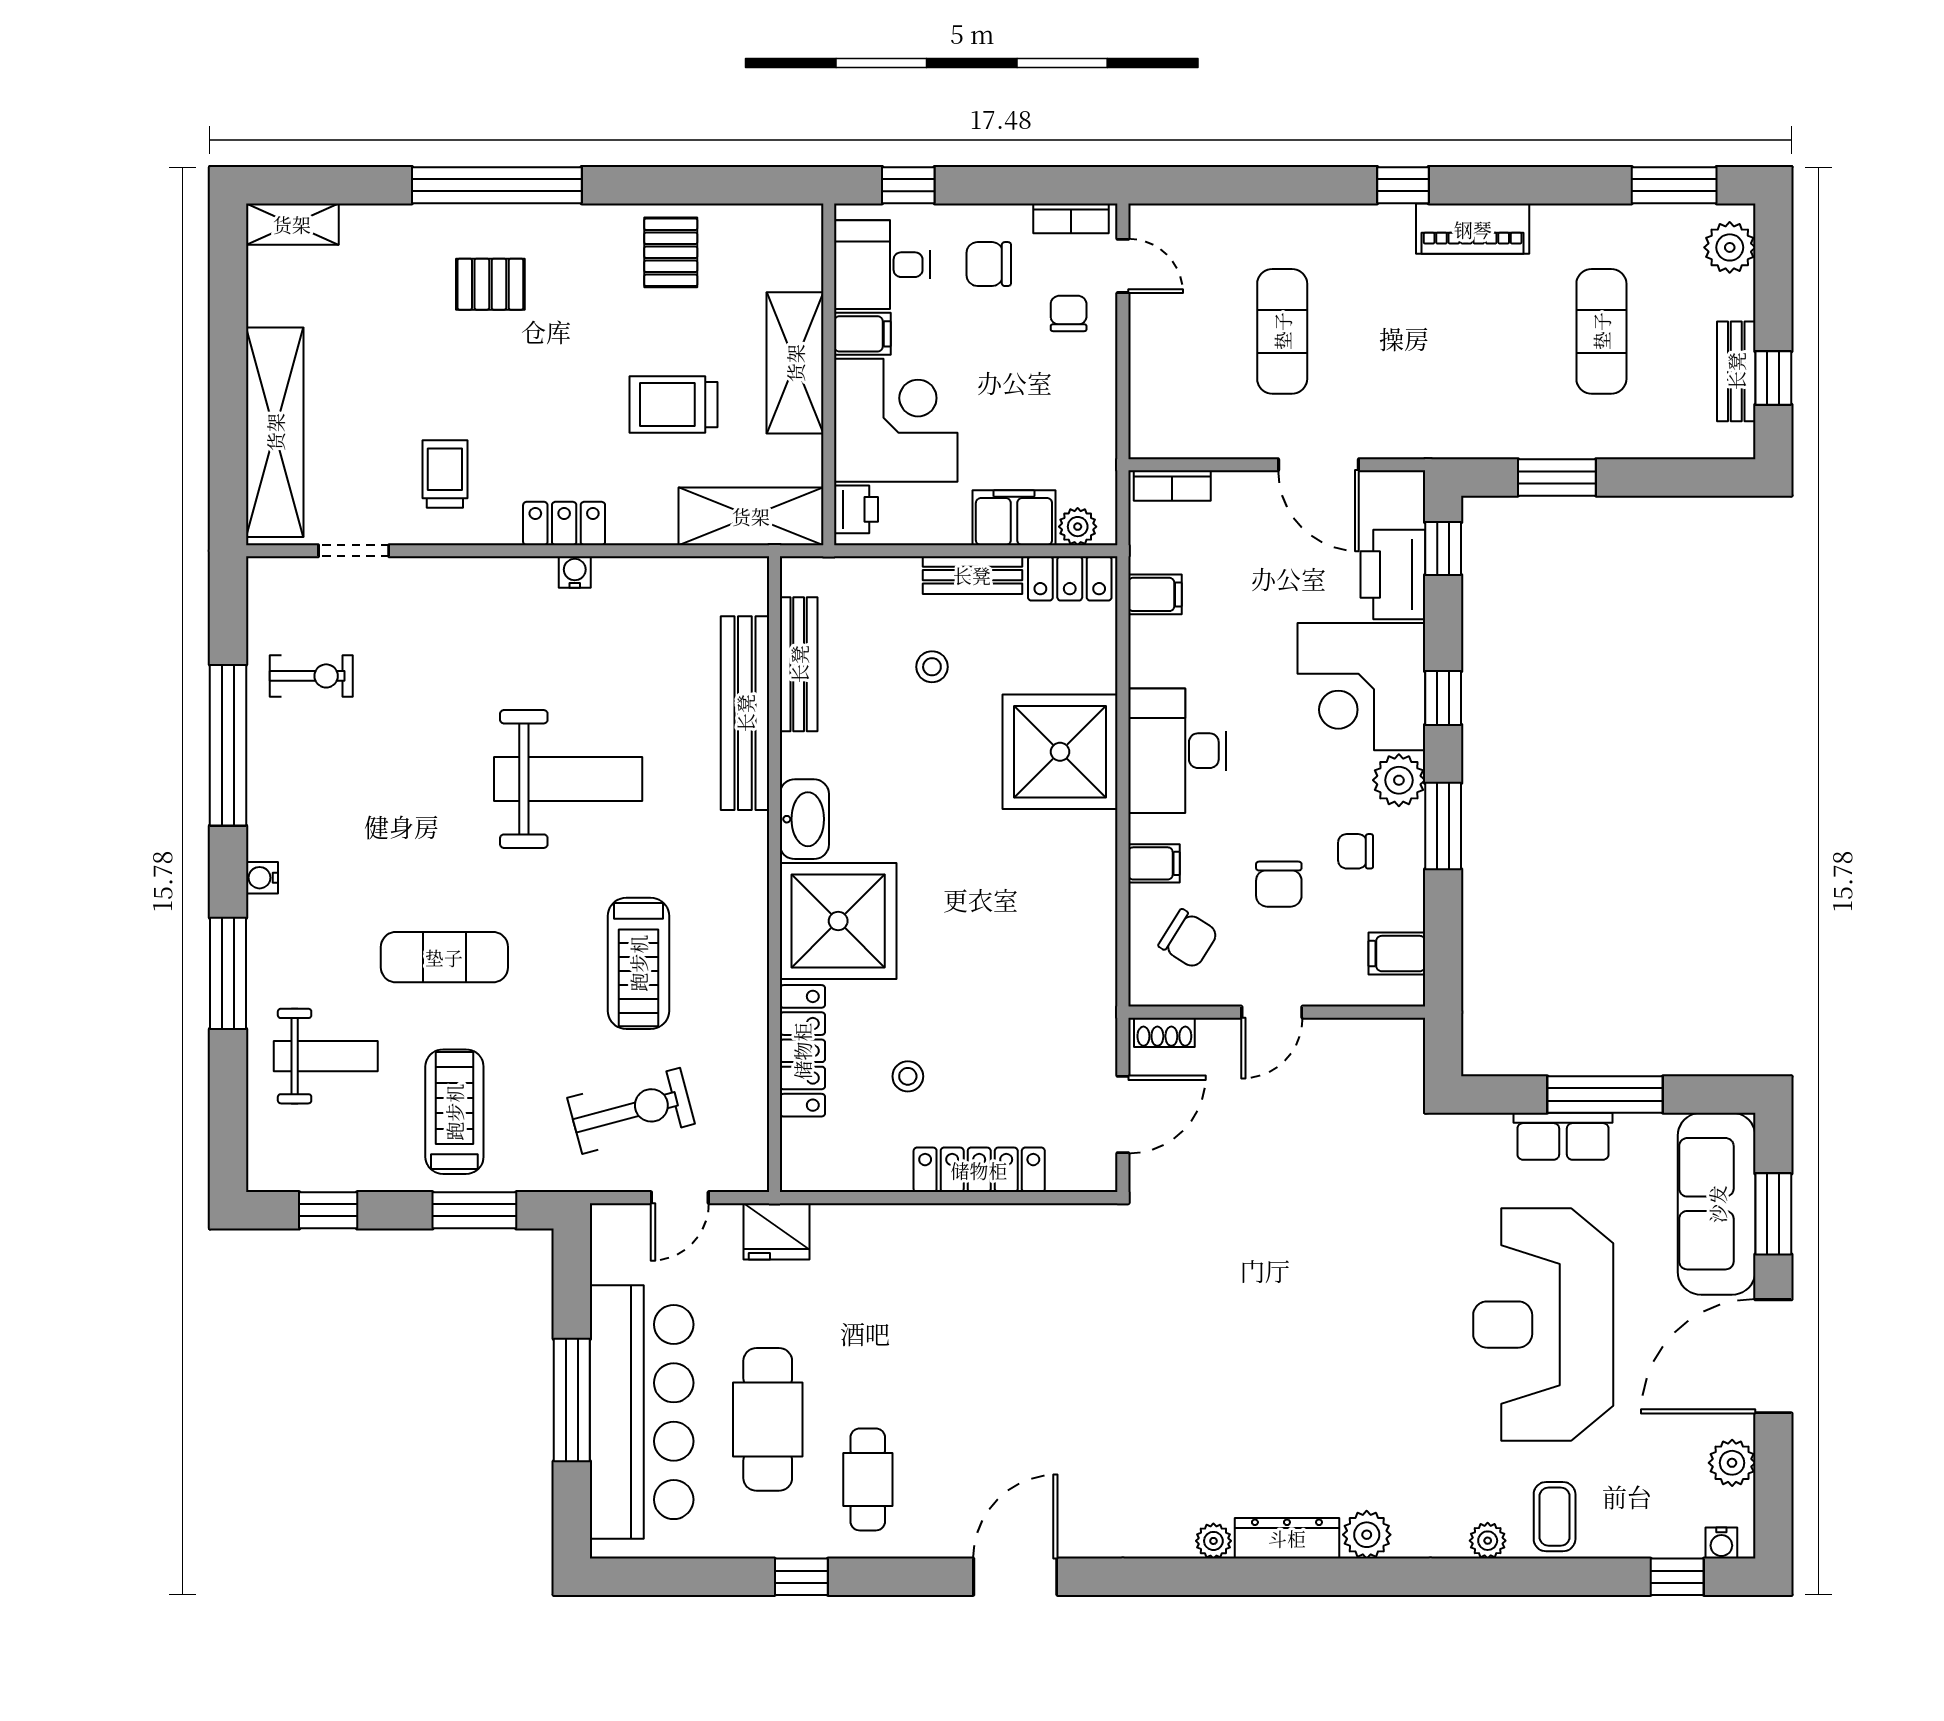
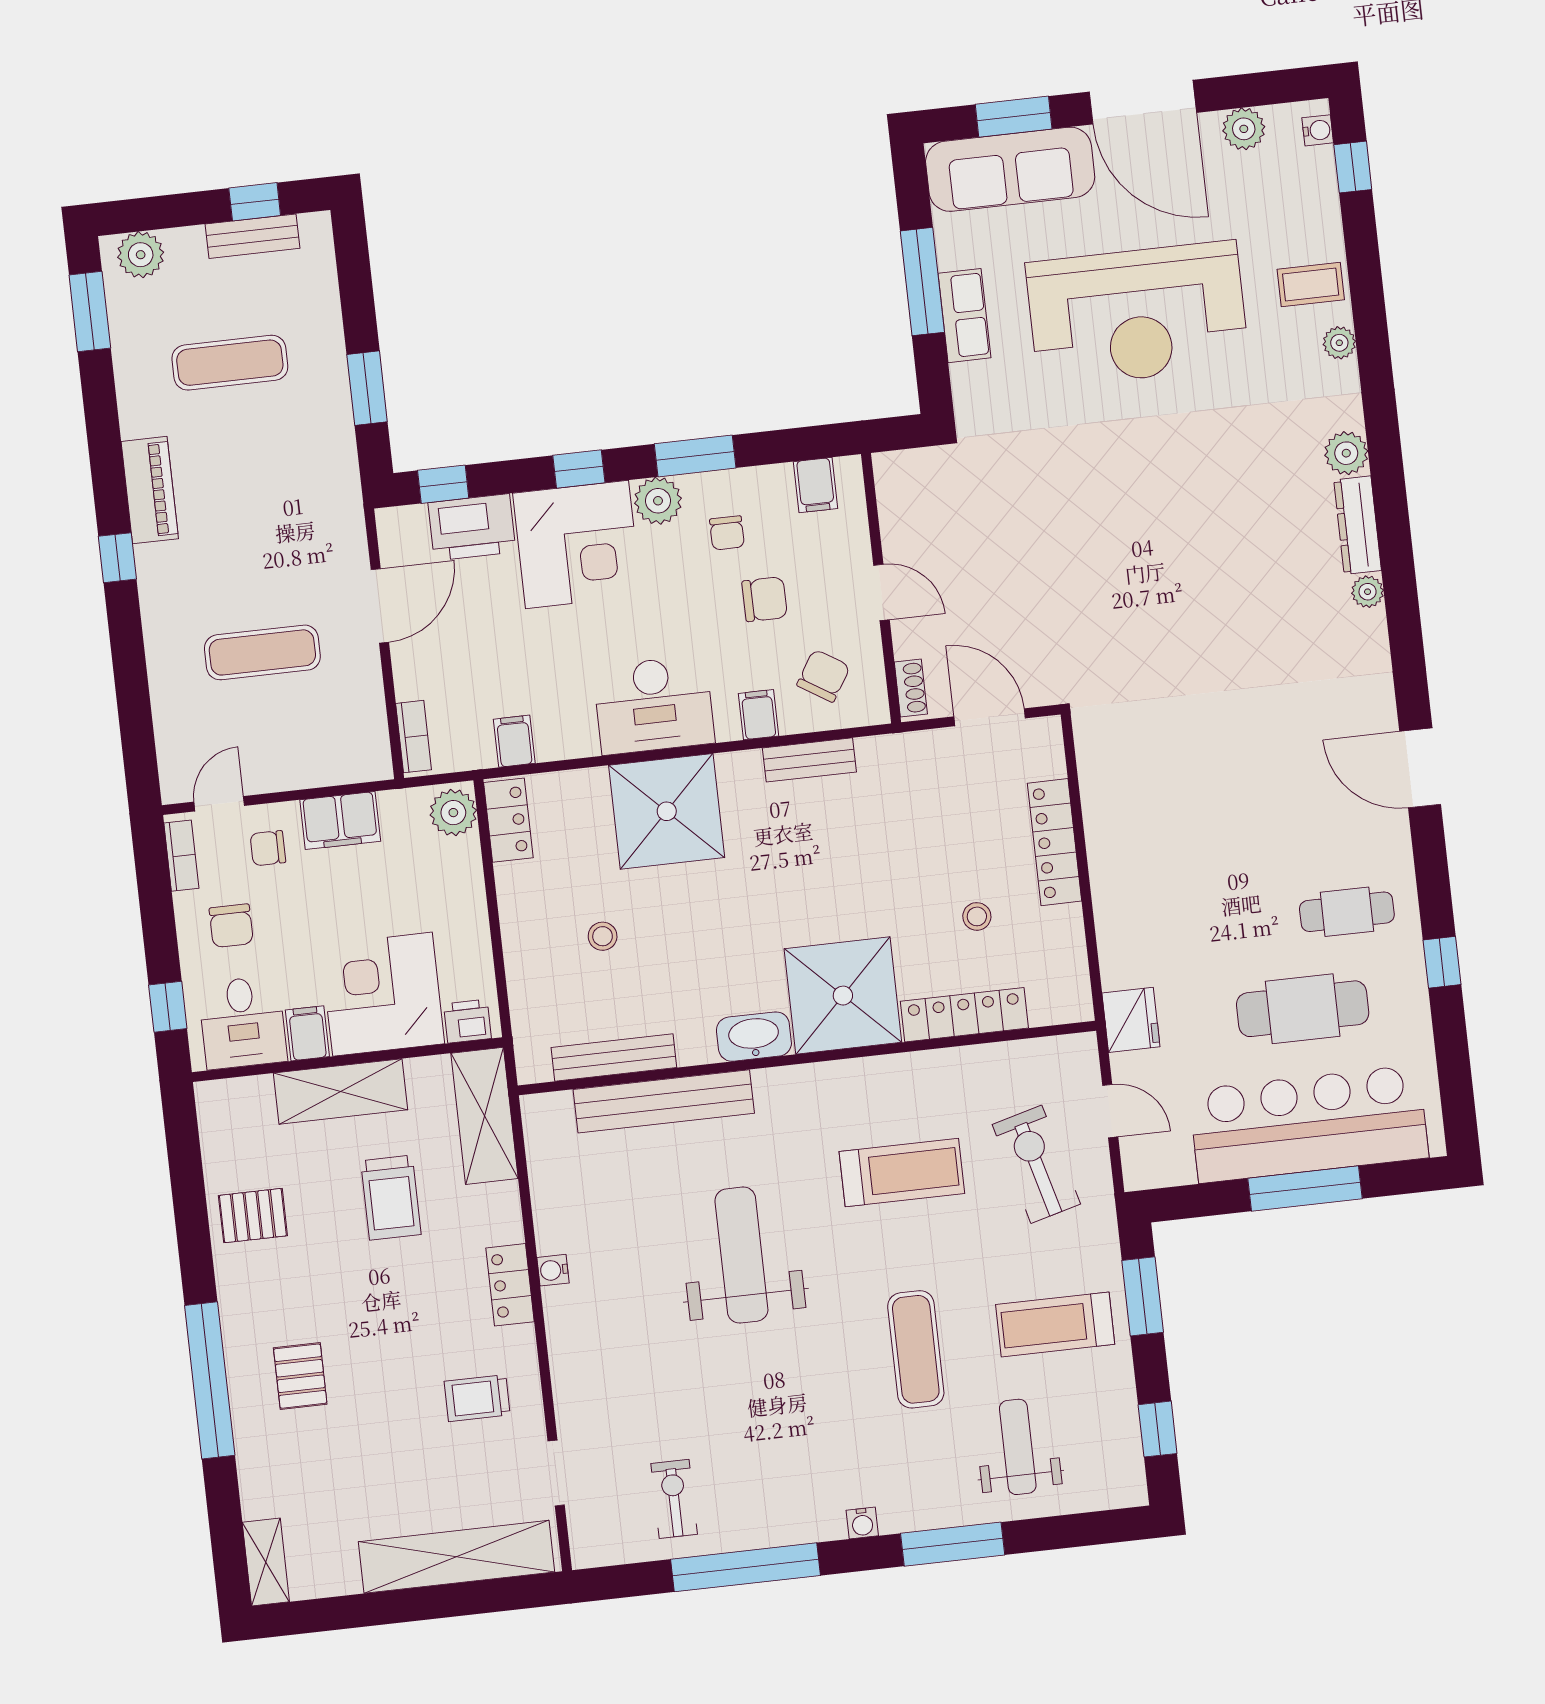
filing cabinet: (1014, 518) -> (340, 821), moved, turned -90
plant: (1078, 527) -> (453, 813), width x1.38, depth x1.38
bench: (972, 575) -> (809, 760), moved, turned 90

